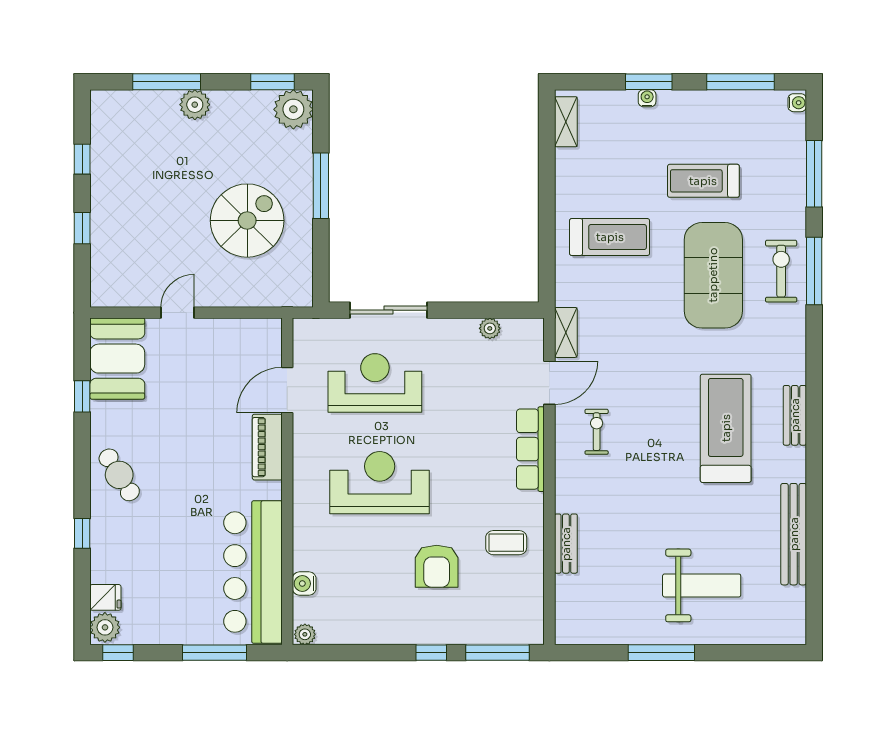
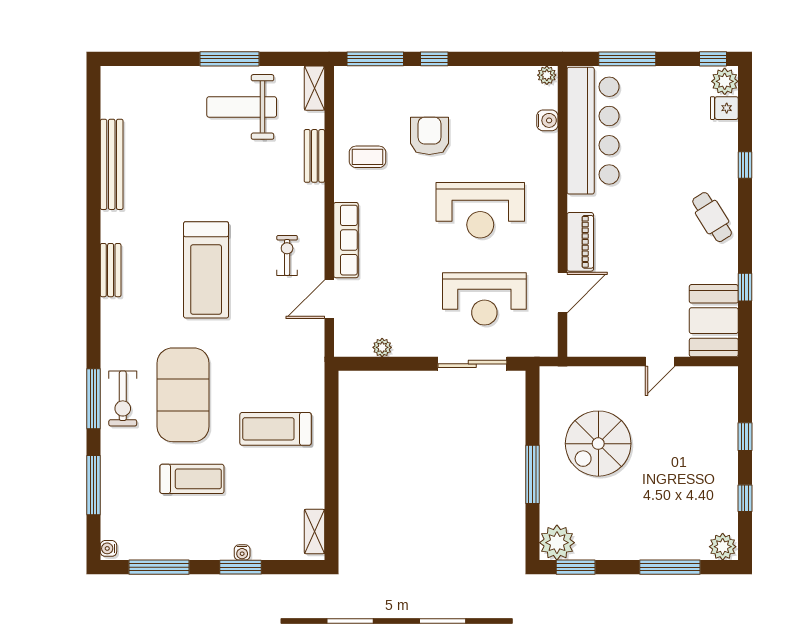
plant: (195, 105) -> (723, 547), moved
shelving: (566, 332) -> (314, 88), moved
treadmill: (726, 428) -> (206, 270), moved
exercise bike: (597, 432) -> (287, 256), turned 180
weight bench: (702, 585) -> (242, 107), moved

